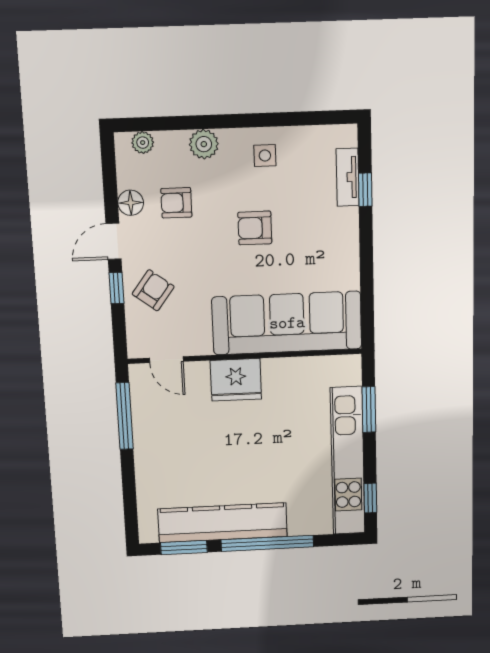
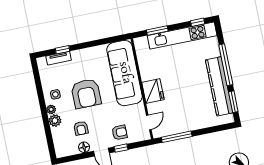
plant: (143, 143) -> (51, 109), moved
armchair: (255, 228) -> (86, 94), width x1.88, depth x1.88
armchair: (153, 290) -> (120, 132), turned 143

